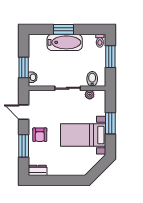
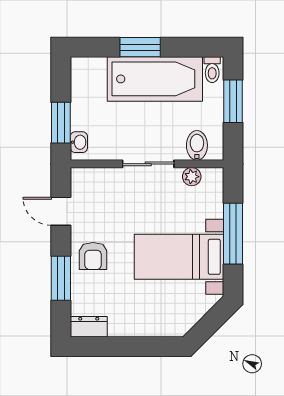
bathtub: (65, 42) -> (155, 79), width x1.36, depth x1.36
window: (110, 123) -> (233, 234), width x1.44

